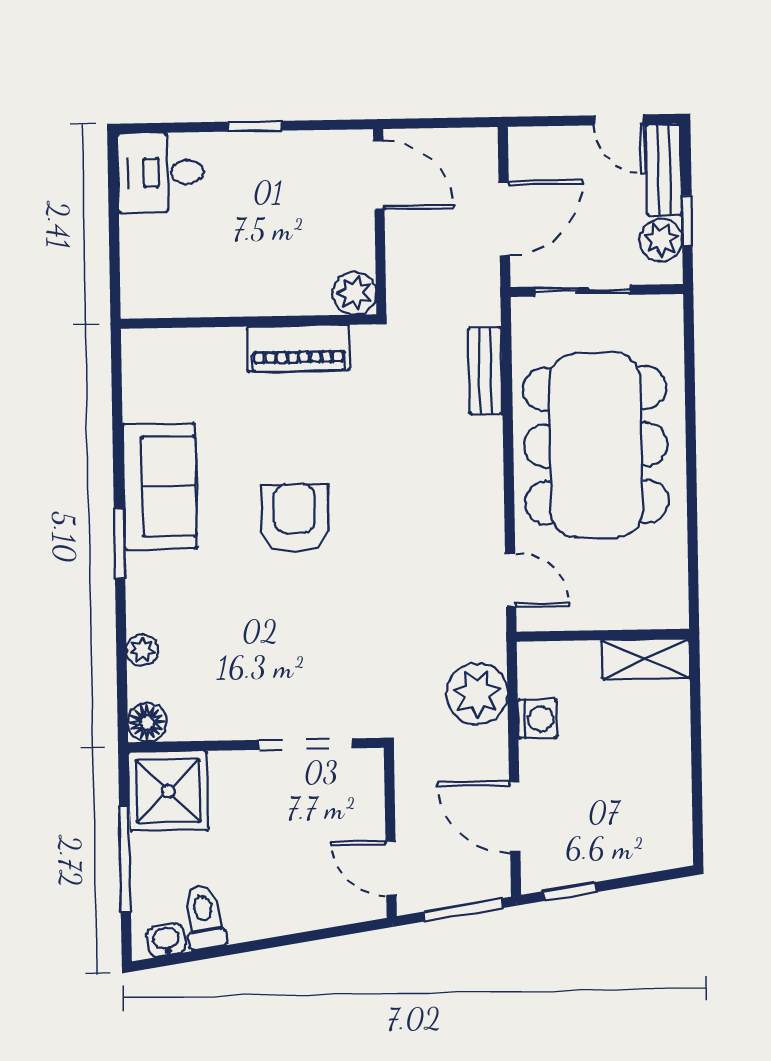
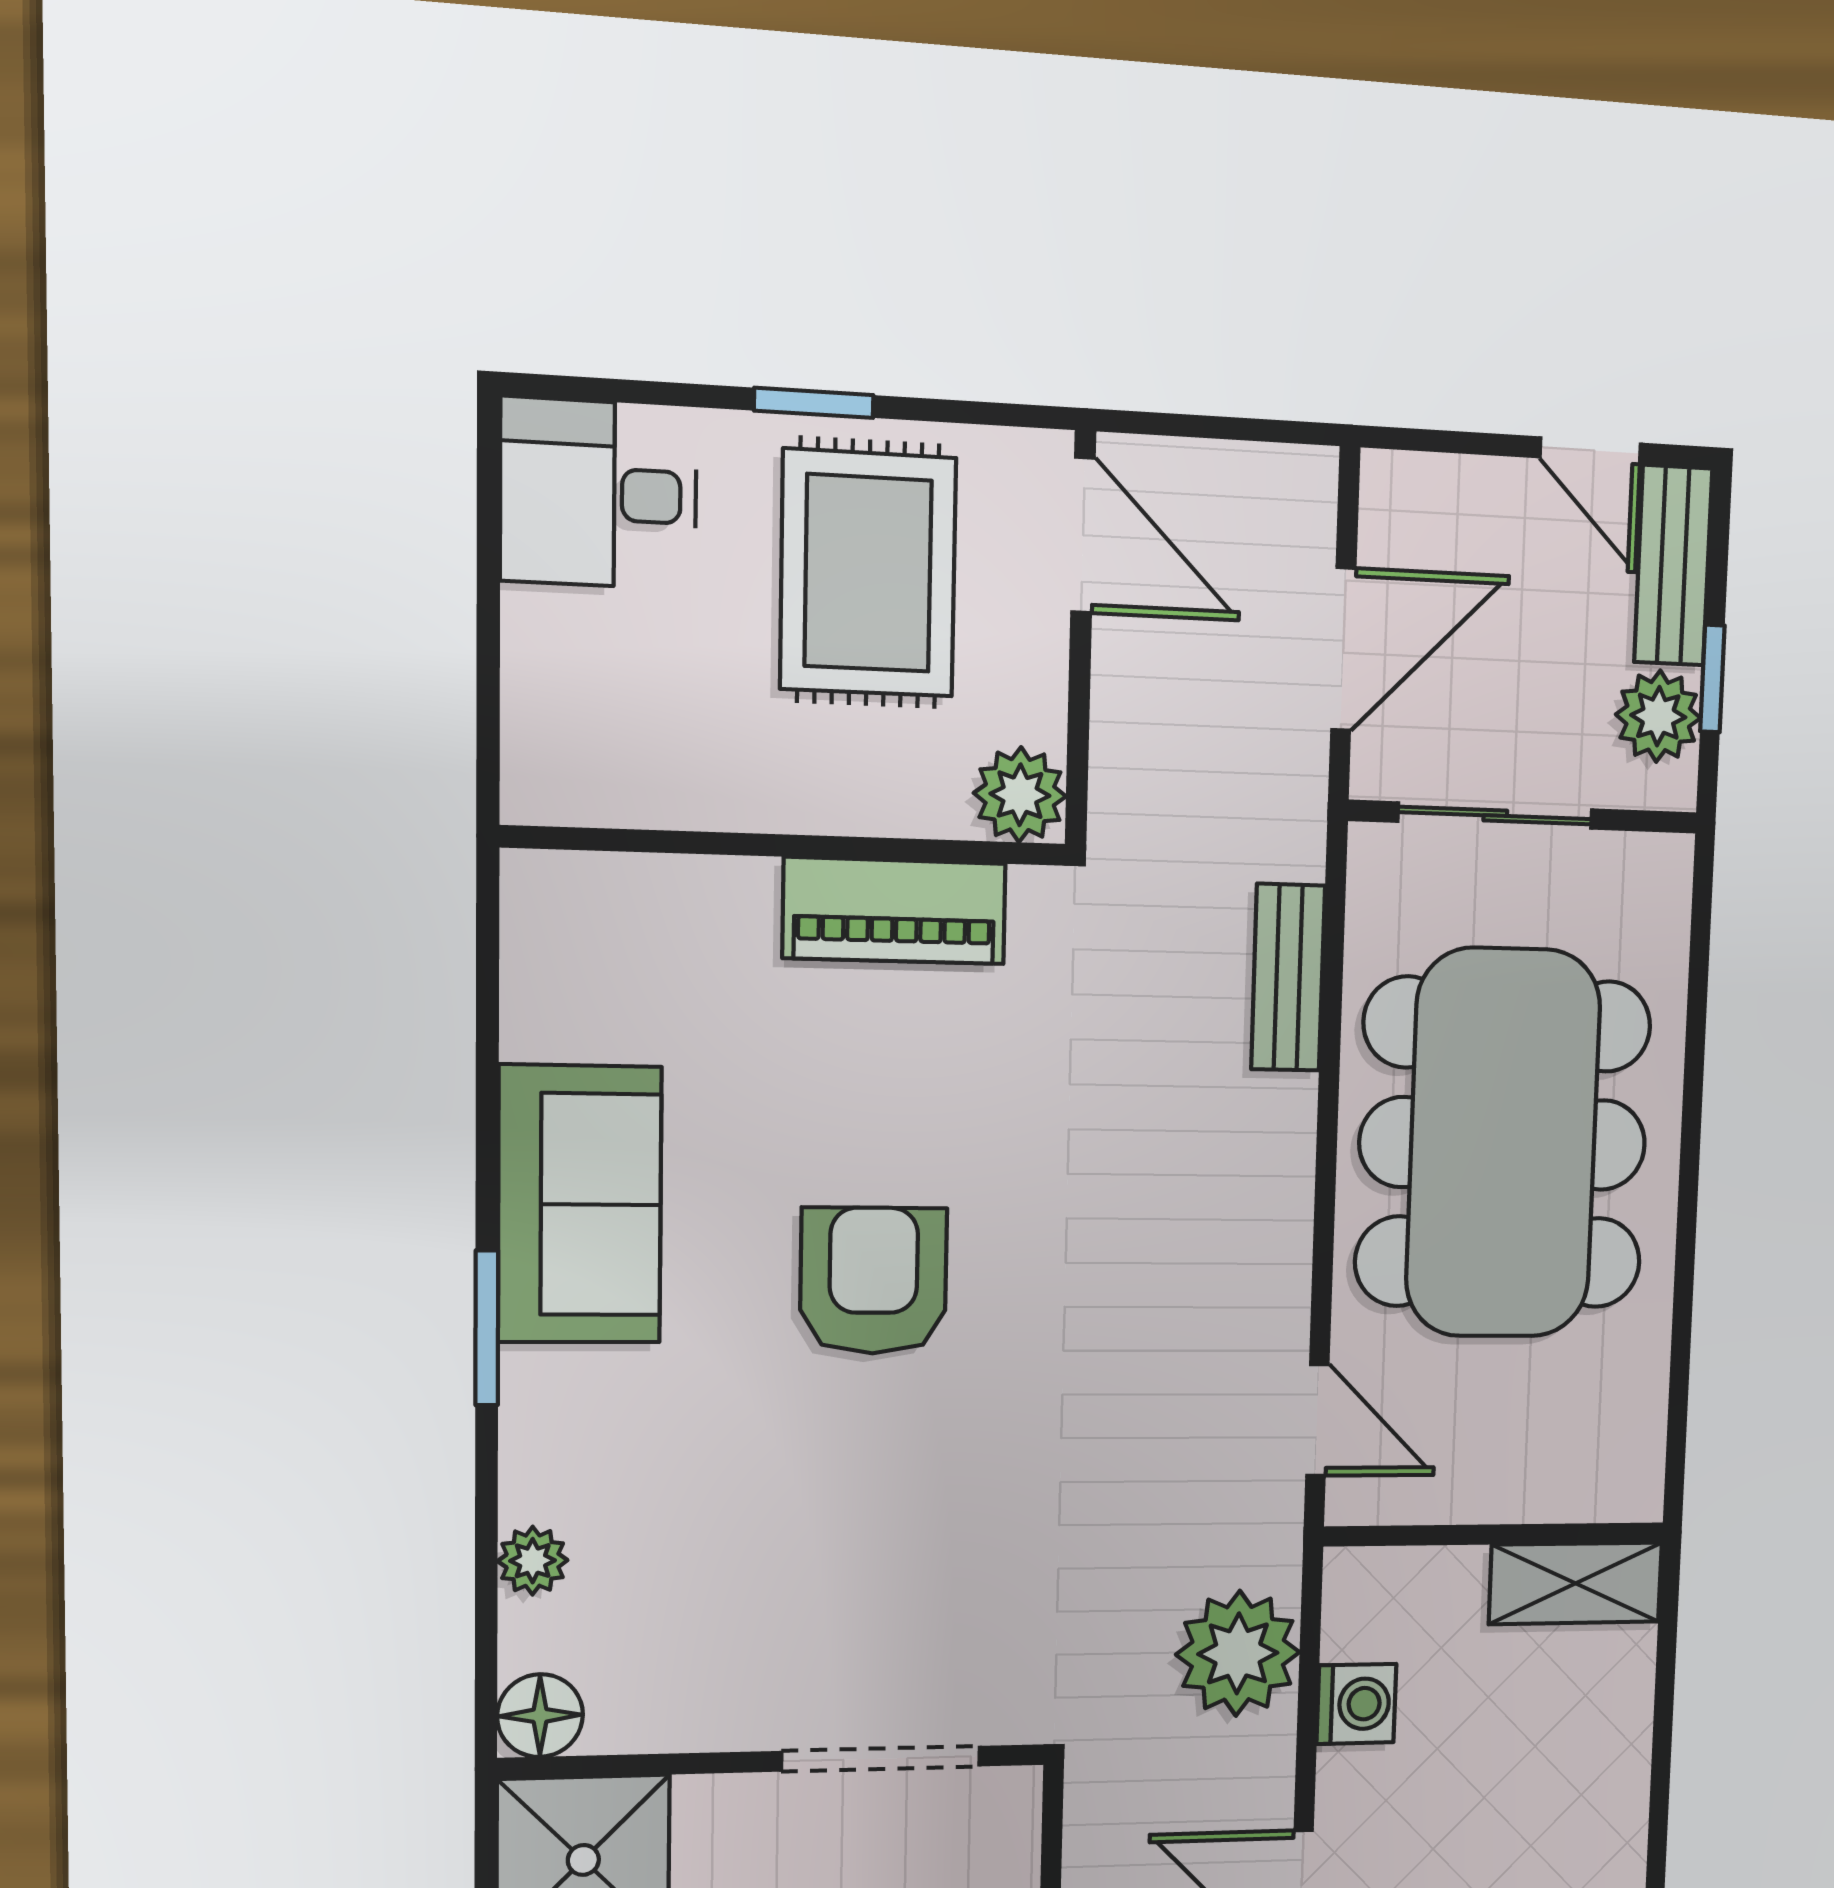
rug: (281, 199) -> (868, 573), added

